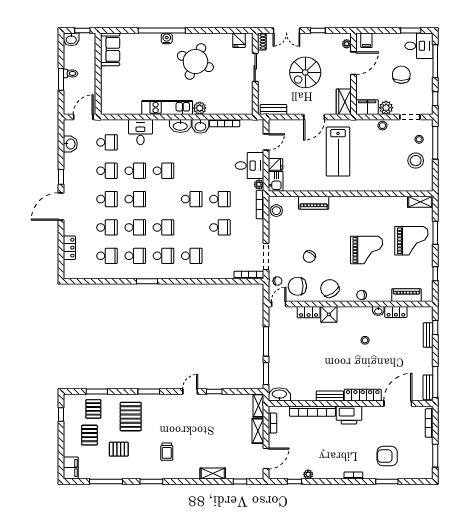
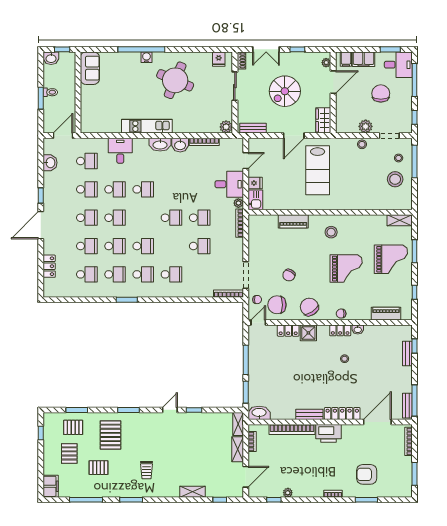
filing cabinet: (367, 107) -> (364, 59), moved, turned 180
plant: (200, 108) -> (226, 127), moved
stool: (276, 211) -> (331, 232), moved
locker: (396, 312) -> (340, 330), moved
pallet: (93, 409) -> (73, 427), turned 90

